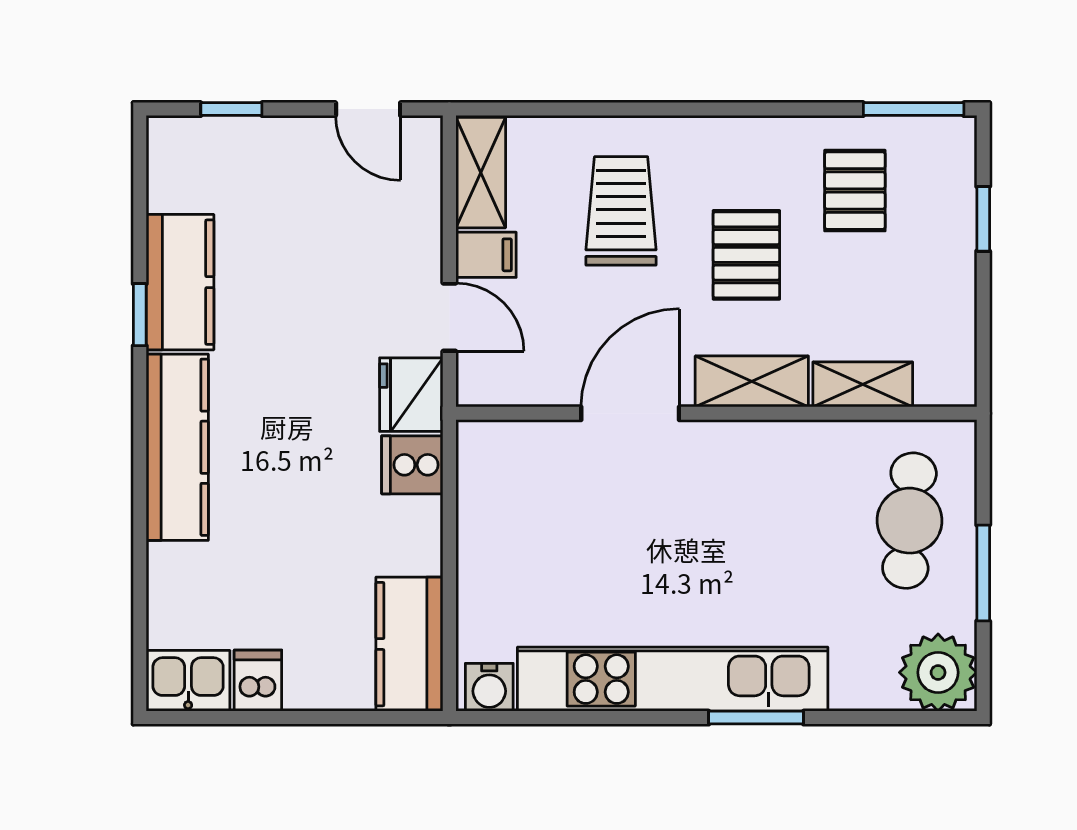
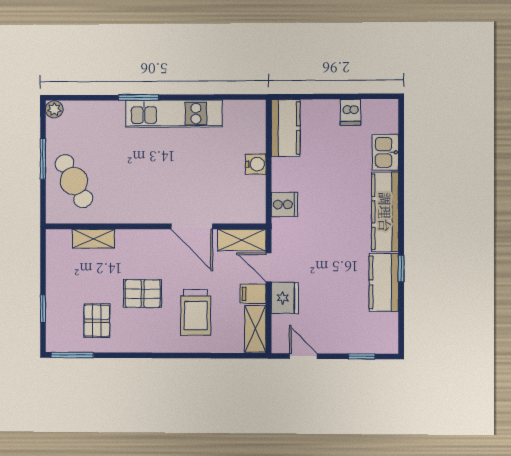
pallet: (746, 255) -> (143, 294), turned 90
shelving: (752, 381) -> (242, 240), moved
fridge: (411, 395) -> (285, 298), moved
door: (630, 413) -> (192, 226), hinge flipped
cafe table: (909, 521) -> (74, 181), turned -33
plant: (938, 672) -> (54, 109), width x0.53, depth x0.53
kitchen unit: (673, 679) -> (174, 114), width x0.73
kitchen sink: (188, 681) -> (385, 152), moved, turned 90
water cooler: (489, 687) -> (256, 164), moved, turned 90

